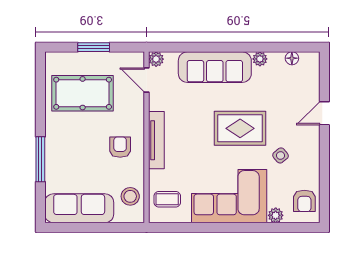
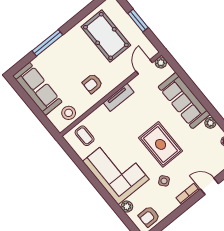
tv unit: (156, 140) -> (119, 97), width x0.71
bookcase: (314, 142) -> (188, 194), added
armchair: (120, 147) -> (92, 83), turned 180

